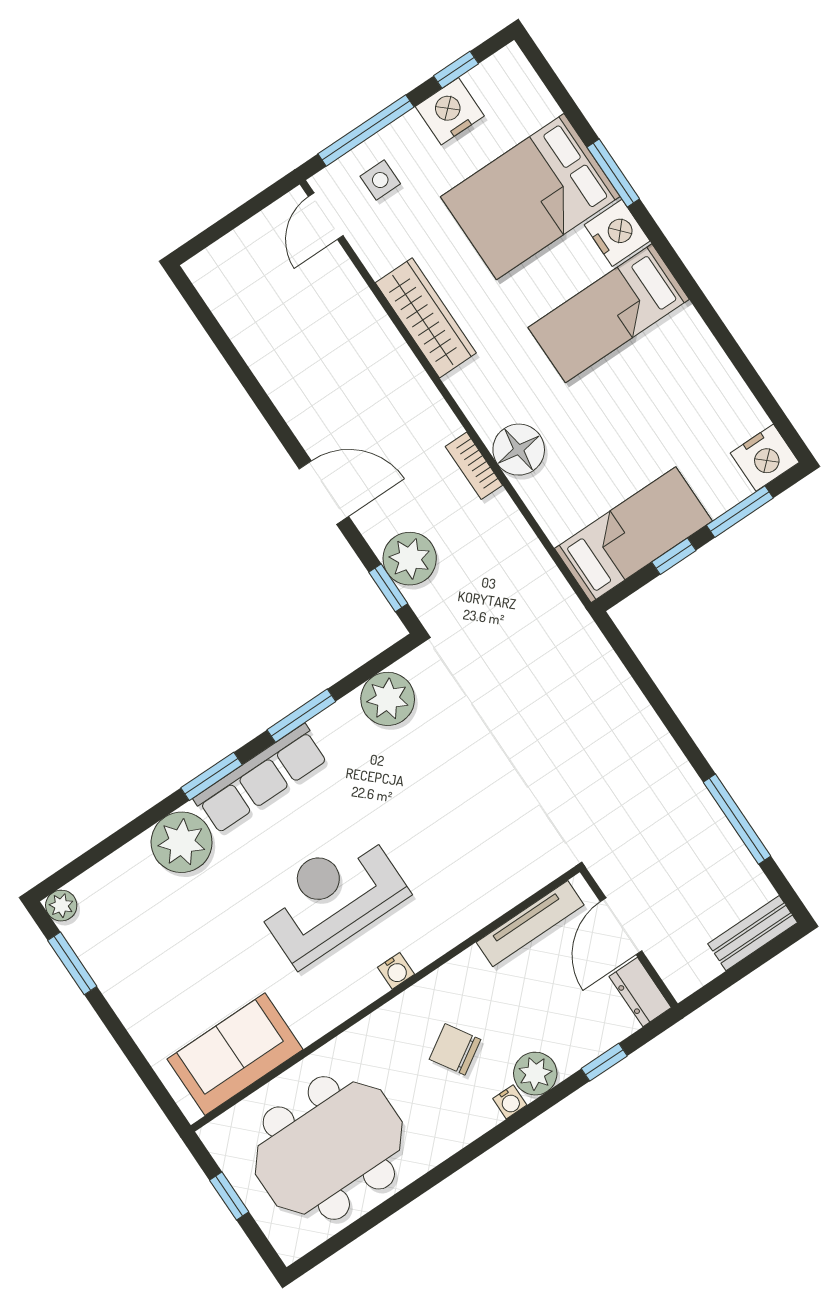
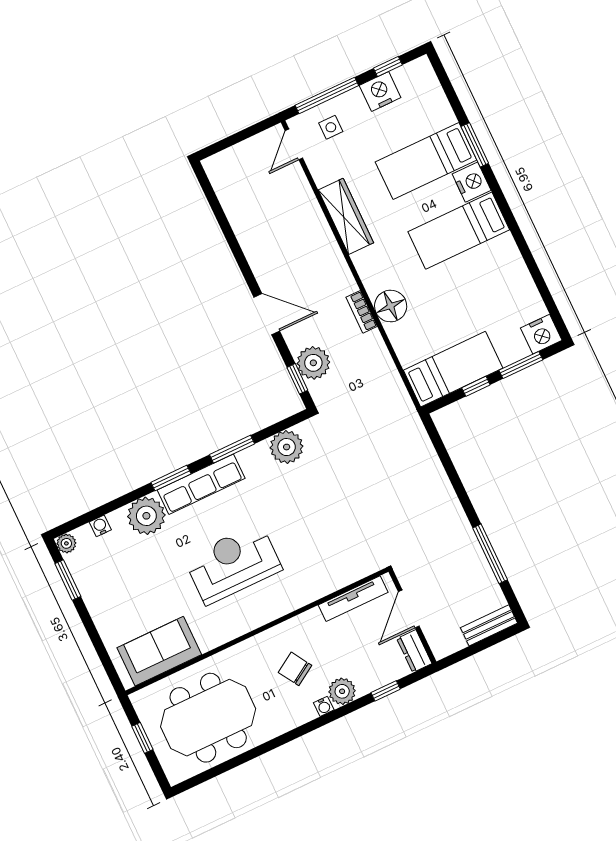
bed: (530, 197) -> (426, 161), width x0.67
water cooler: (396, 971) -> (100, 526), moved, turned 180

